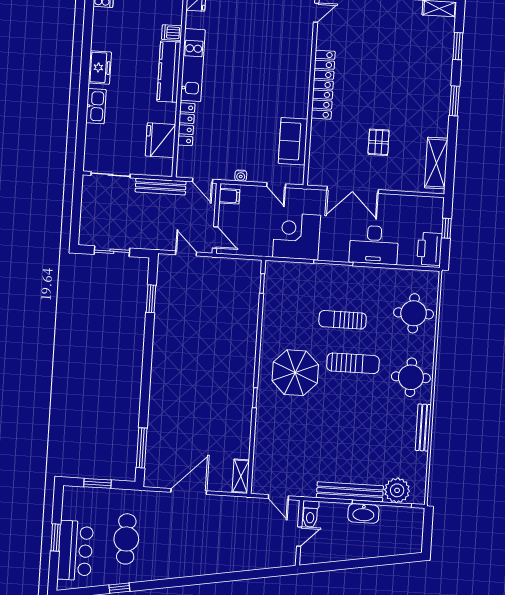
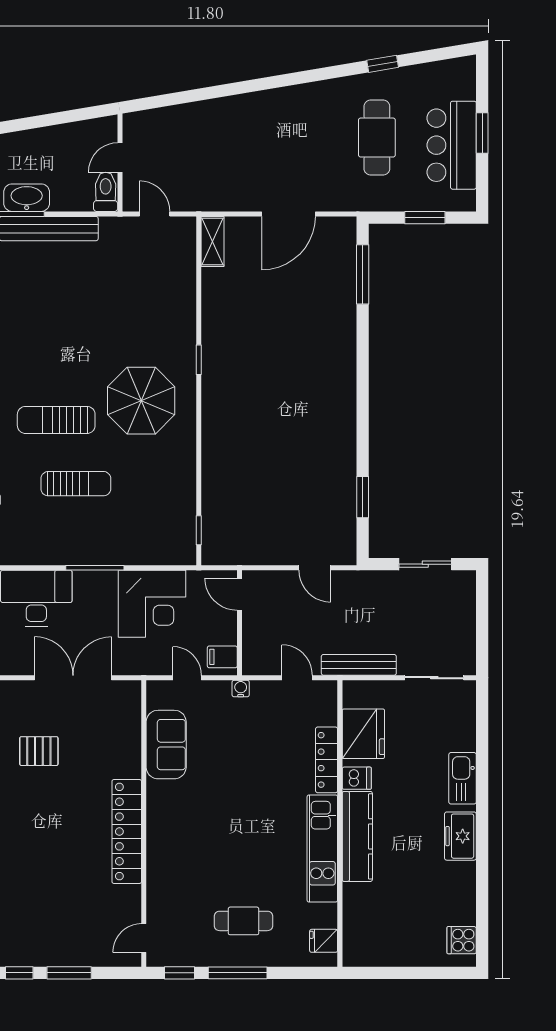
cafe table: (249, 20) -> (244, 921), added
dishwasher: (172, 33) -> (357, 778), moved
pallet: (379, 142) -> (39, 751), turned 90
filing cabinet: (229, 196) -> (222, 657), moved
wall: (216, 218) -> (239, 623), moved
door: (215, 237) -> (239, 594), moved
bar counter: (75, 551) -> (452, 145), moved

